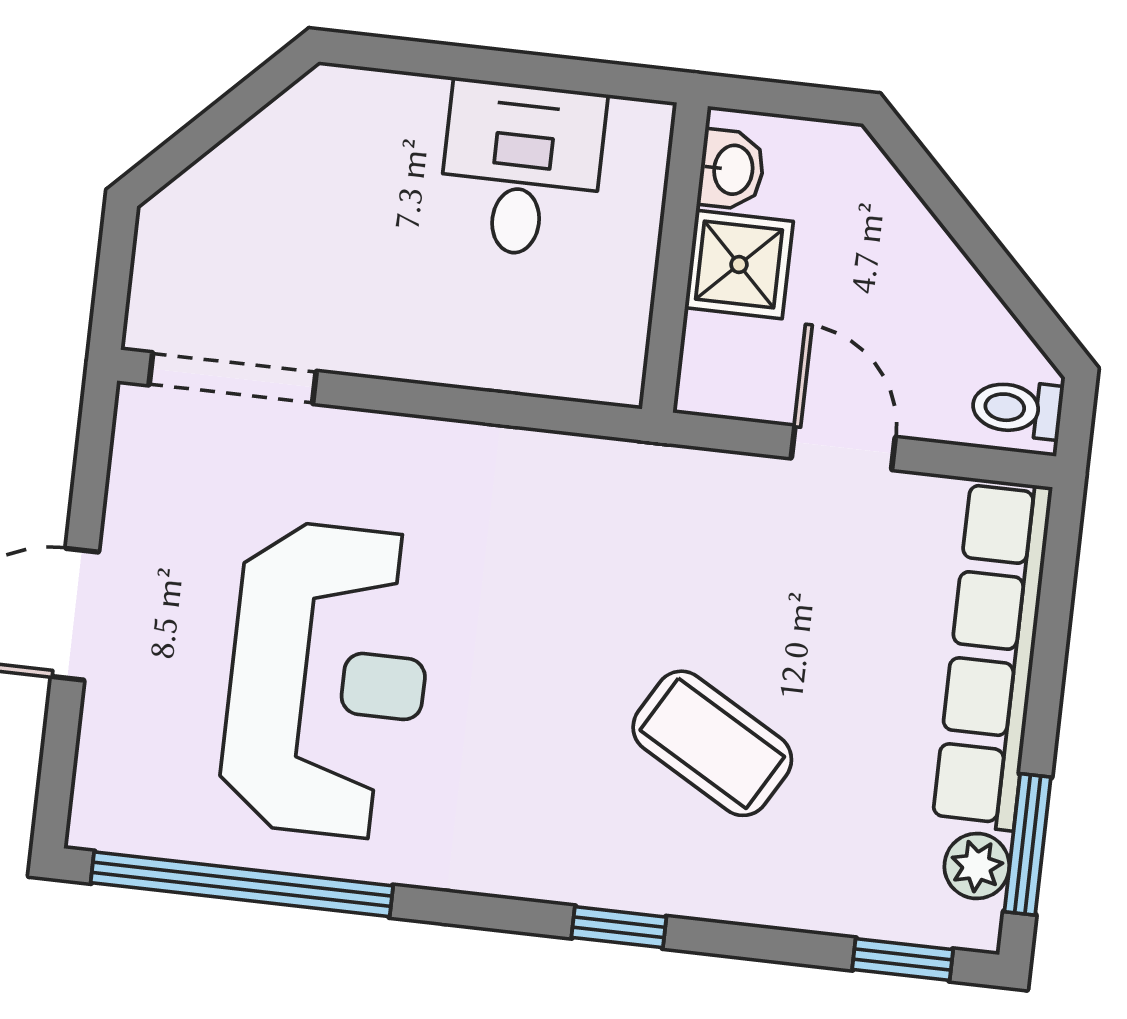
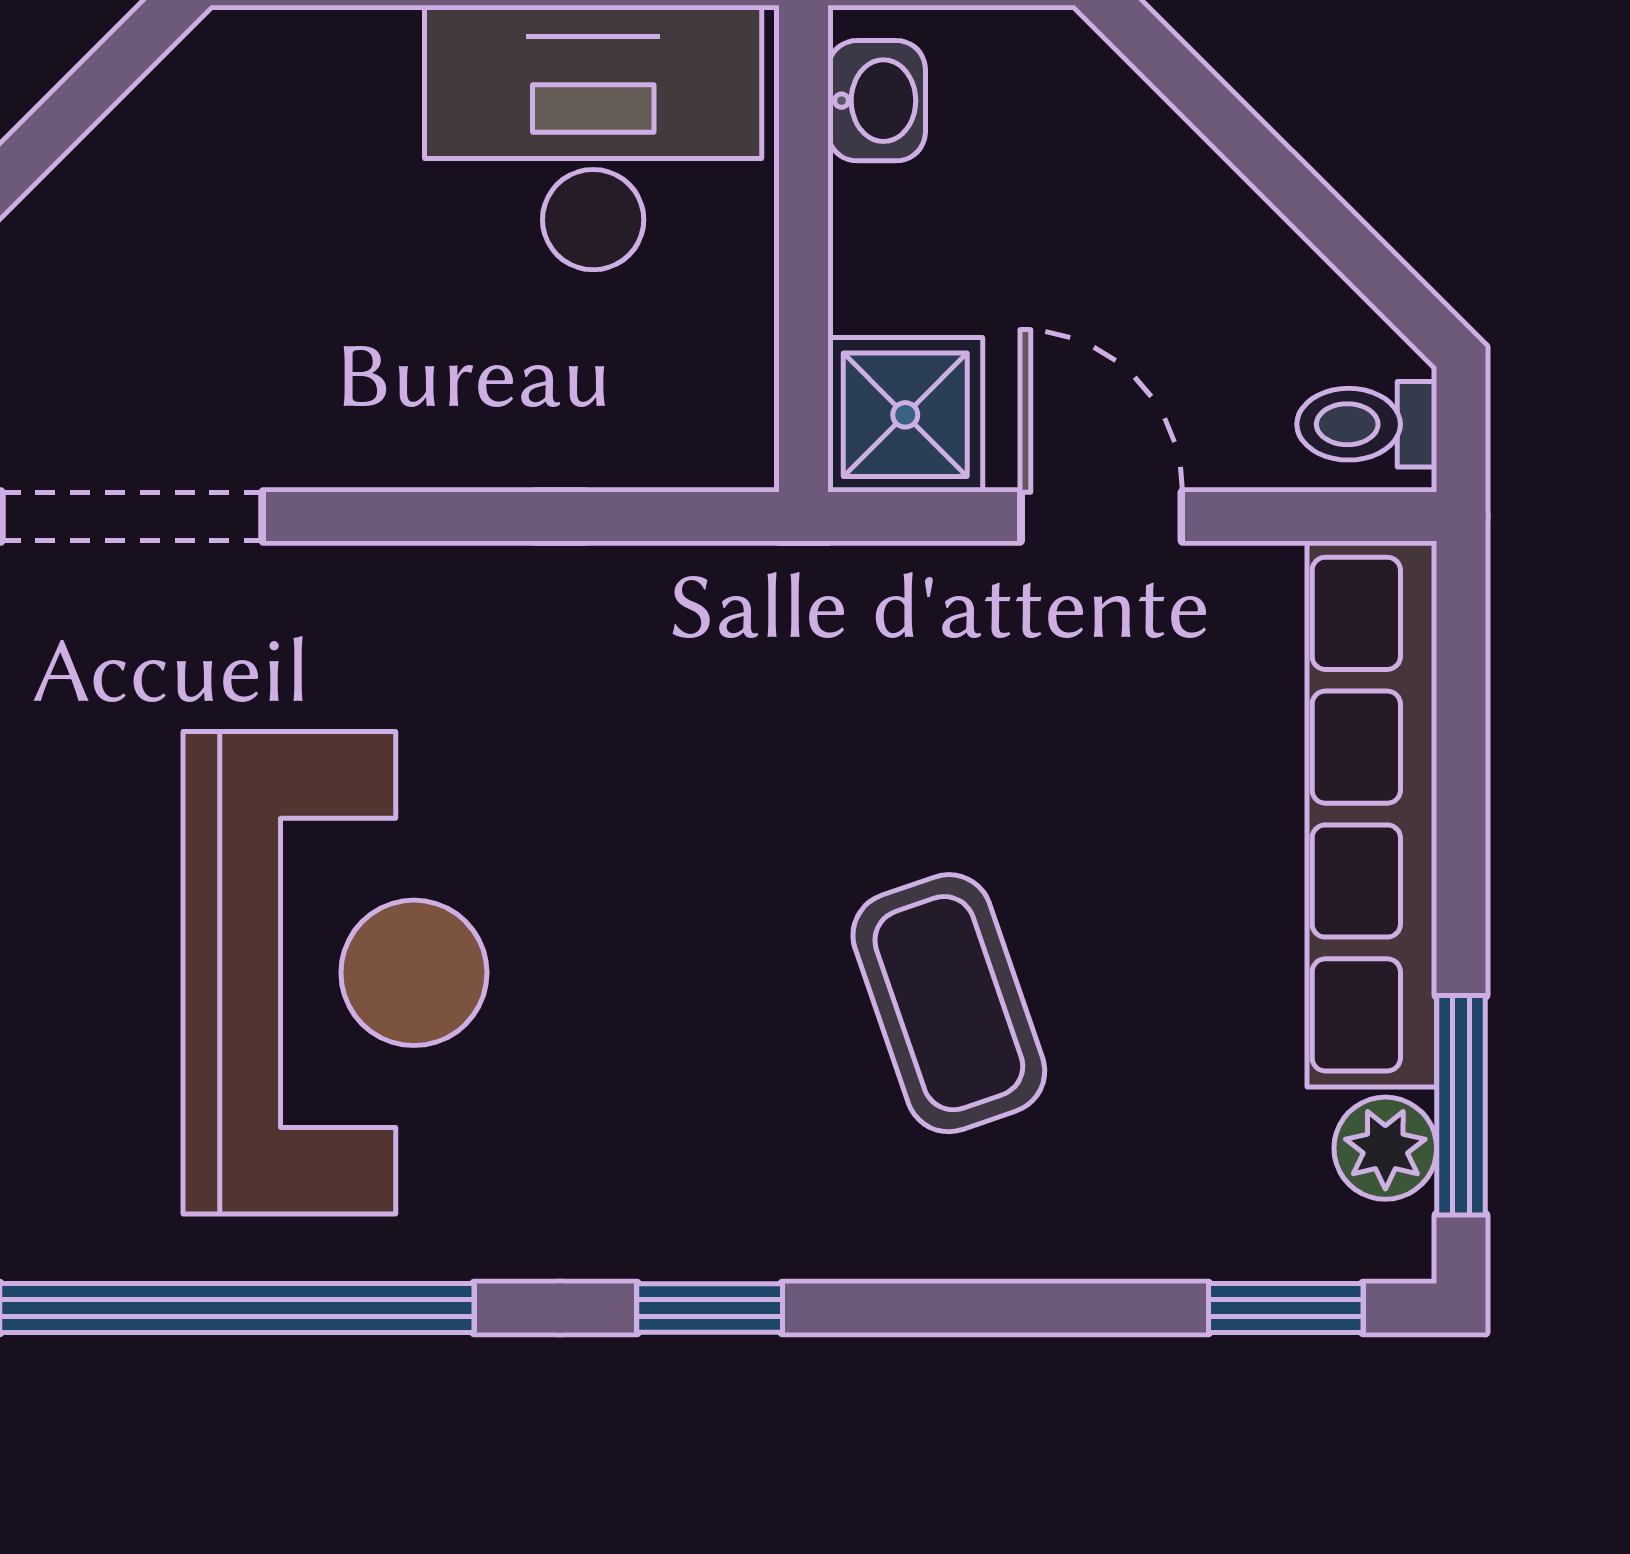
desk: (521, 169) -> (593, 138), width x1.37
shower: (739, 264) -> (905, 415), moved
coffee table: (712, 743) -> (949, 1003), turned 41
window: (619, 927) -> (710, 1308), moved

